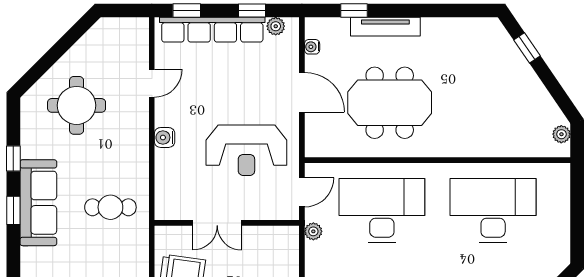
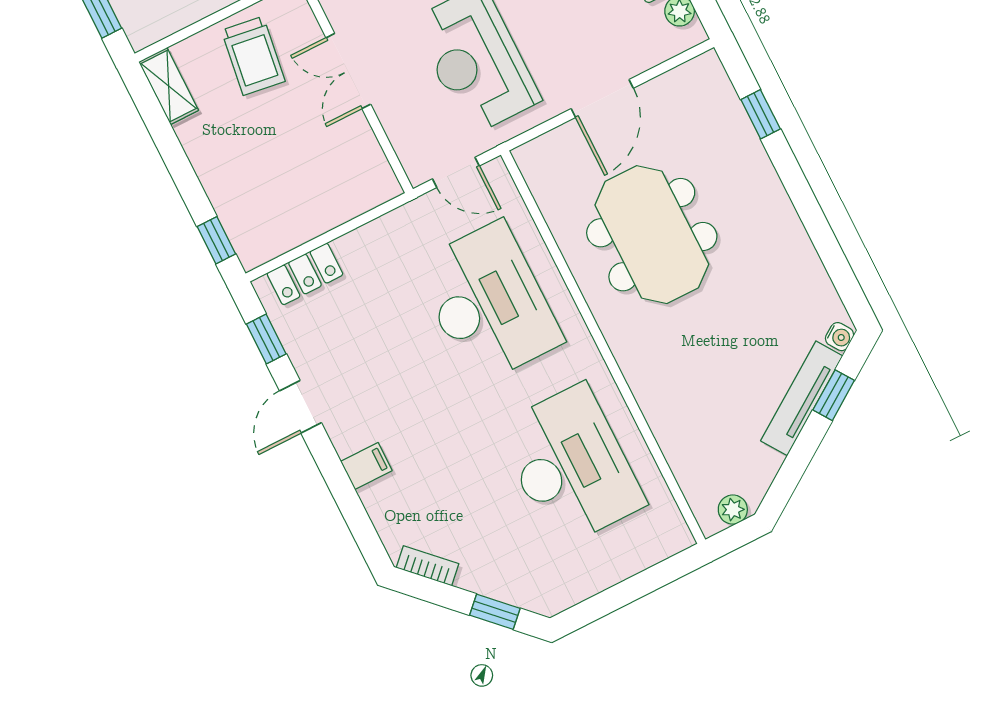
tv unit: (385, 27) -> (802, 398), moved, turned 56
water cooler: (312, 47) -> (840, 337), moved, turned 146
plant: (313, 231) -> (407, 218), removed

